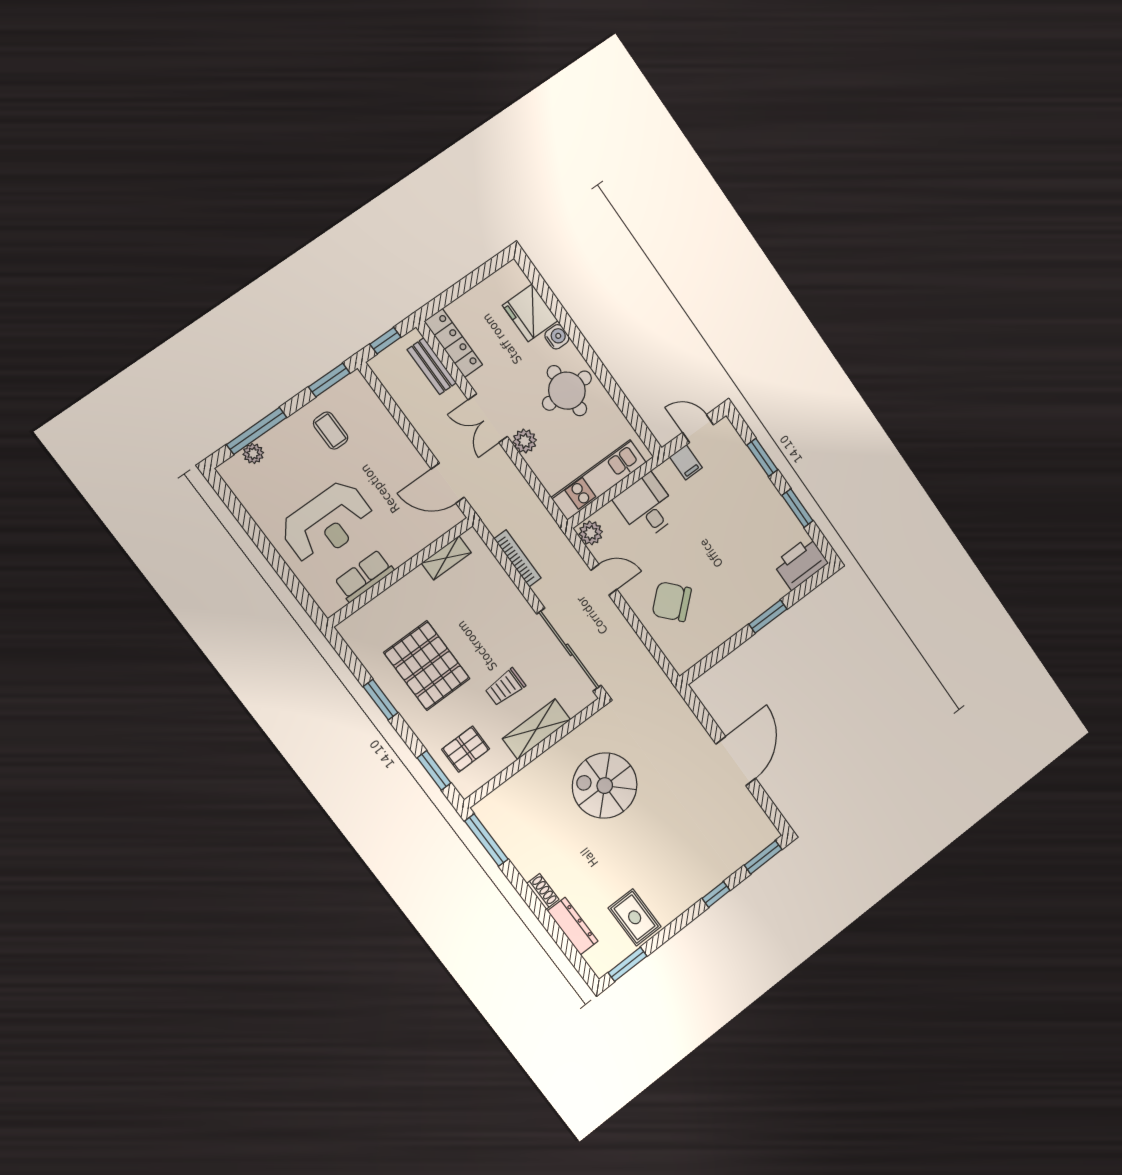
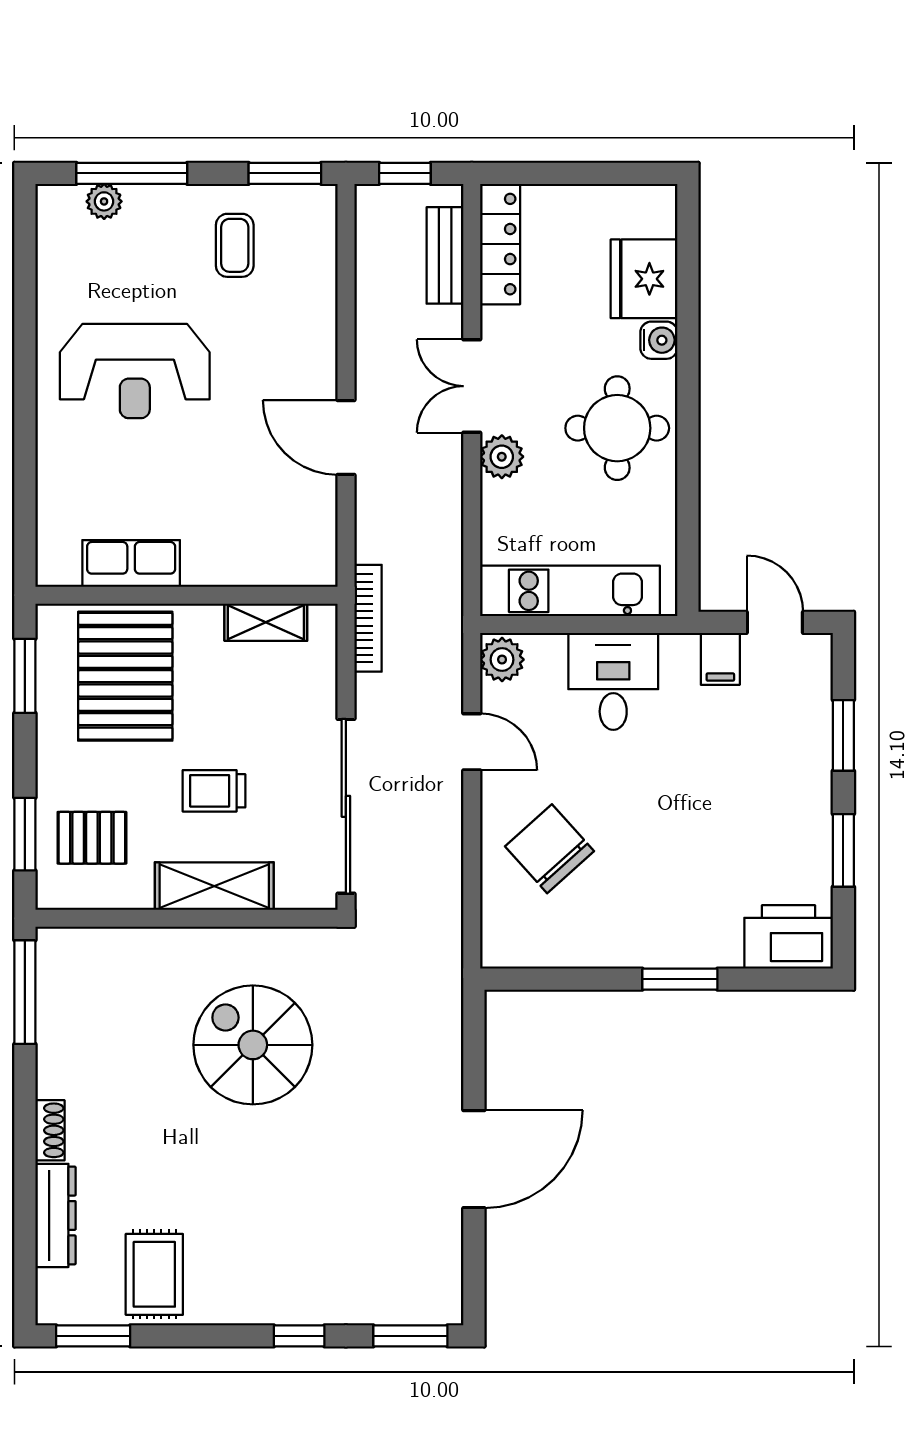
shelving: (446, 558) -> (266, 622), moved
wall: (401, 572) -> (186, 595), moved
row of seats: (364, 576) -> (131, 563), moved

